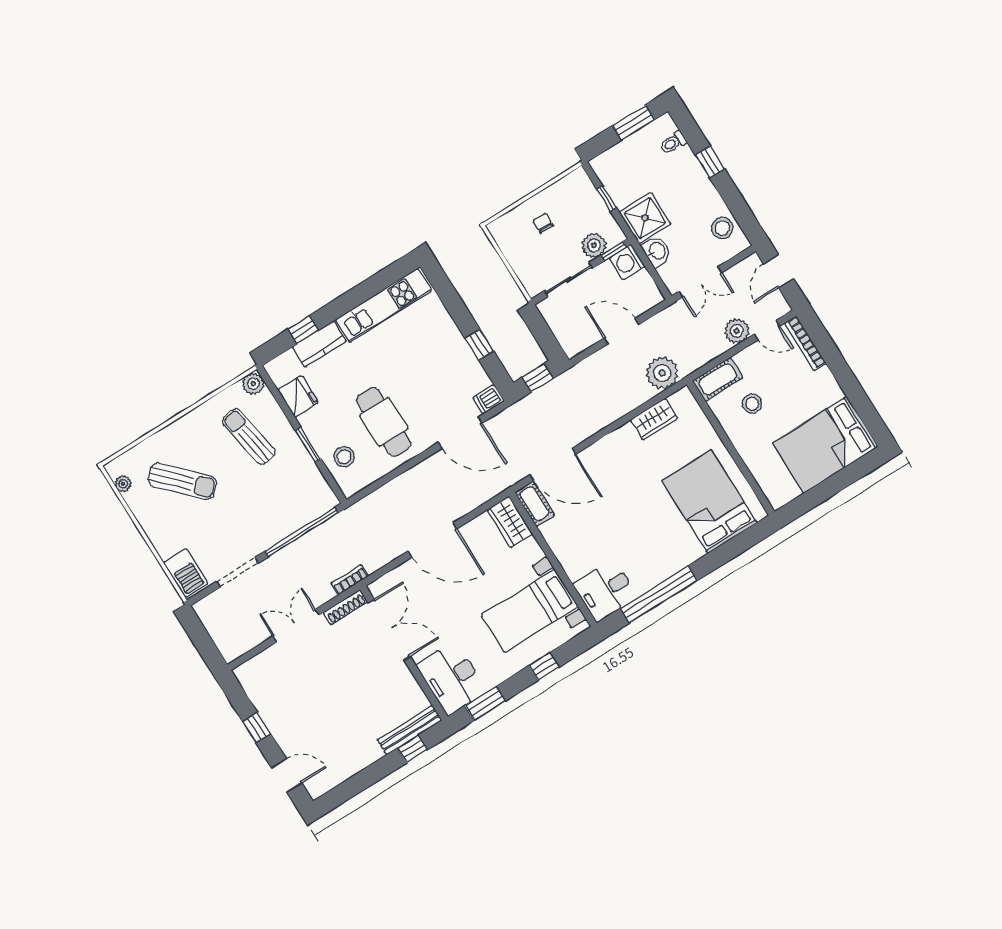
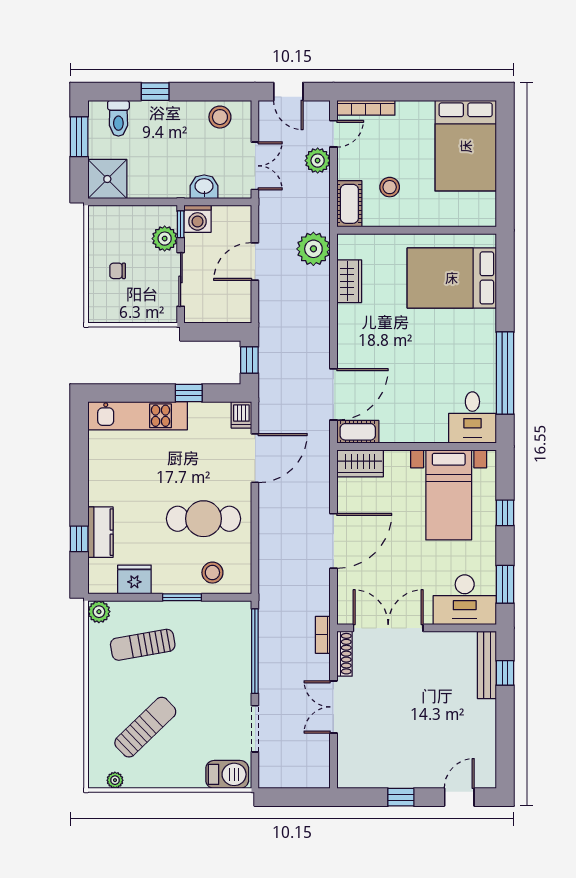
toilet: (673, 143) -> (118, 118), width x1.37, depth x1.39
window: (607, 199) -> (131, 202), removed
shower: (645, 218) -> (107, 179), moved
kitchen unit: (383, 305) -> (138, 416), moved, turned 90

